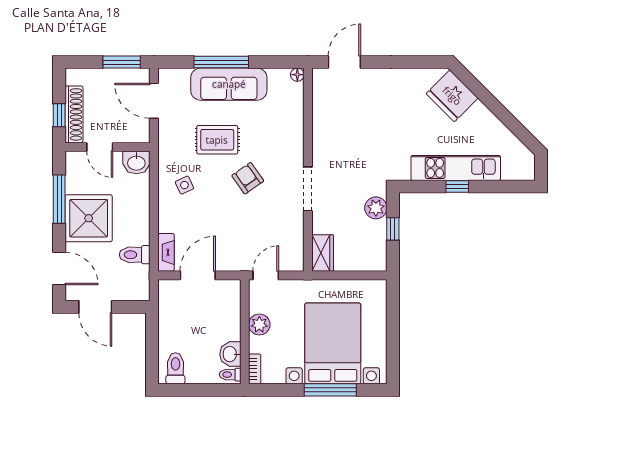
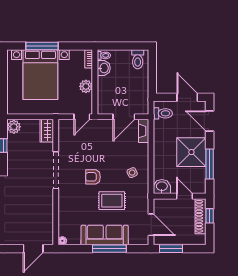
armchair: (248, 178) -> (93, 177), turned 125
doorway: (308, 189) -> (56, 170), width x1.36
plant: (376, 208) -> (14, 127), moved
toilet: (135, 255) -> (163, 113), moved

